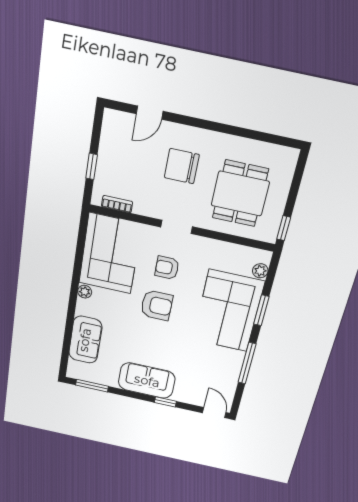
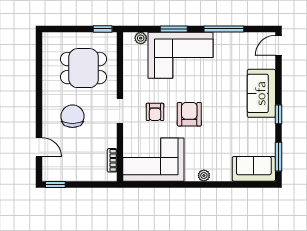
window: (92, 166) -> (55, 184), moved
chair: (182, 166) -> (72, 116), turned 180
plant: (85, 292) -> (204, 175), moved
sofa: (85, 340) -> (254, 169), moved
sofa: (147, 381) -> (261, 93), moved
window: (165, 402) -> (278, 114), moved

